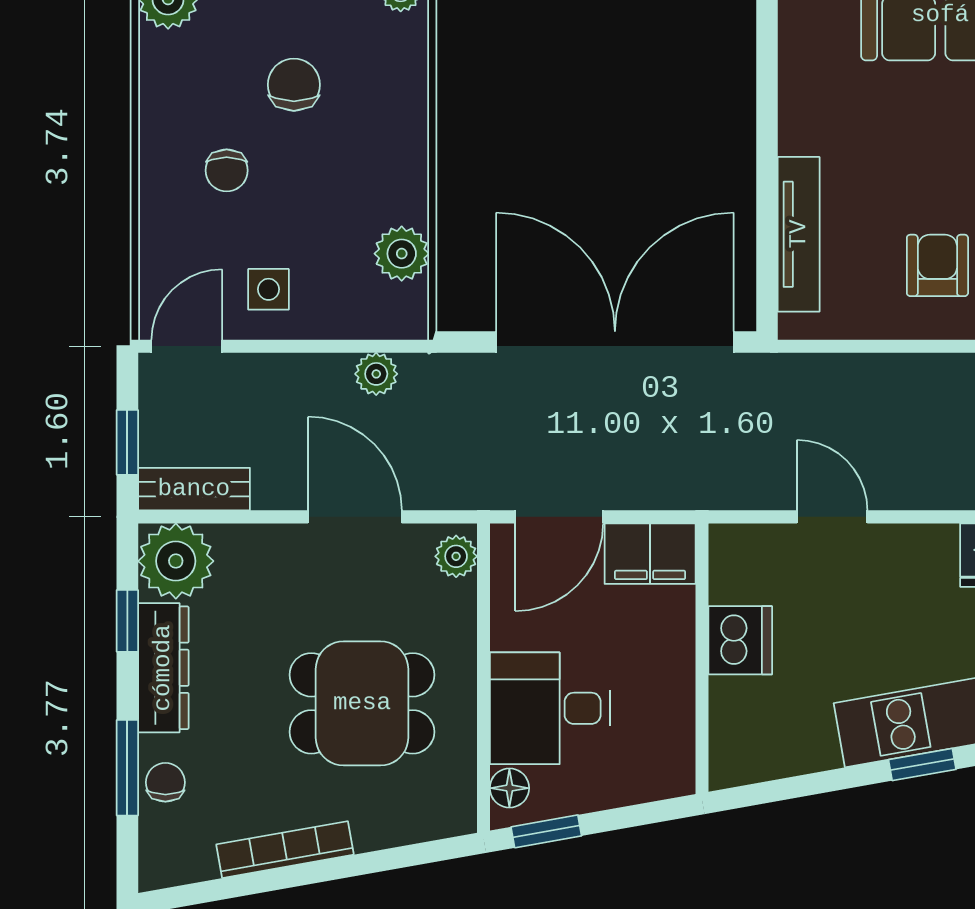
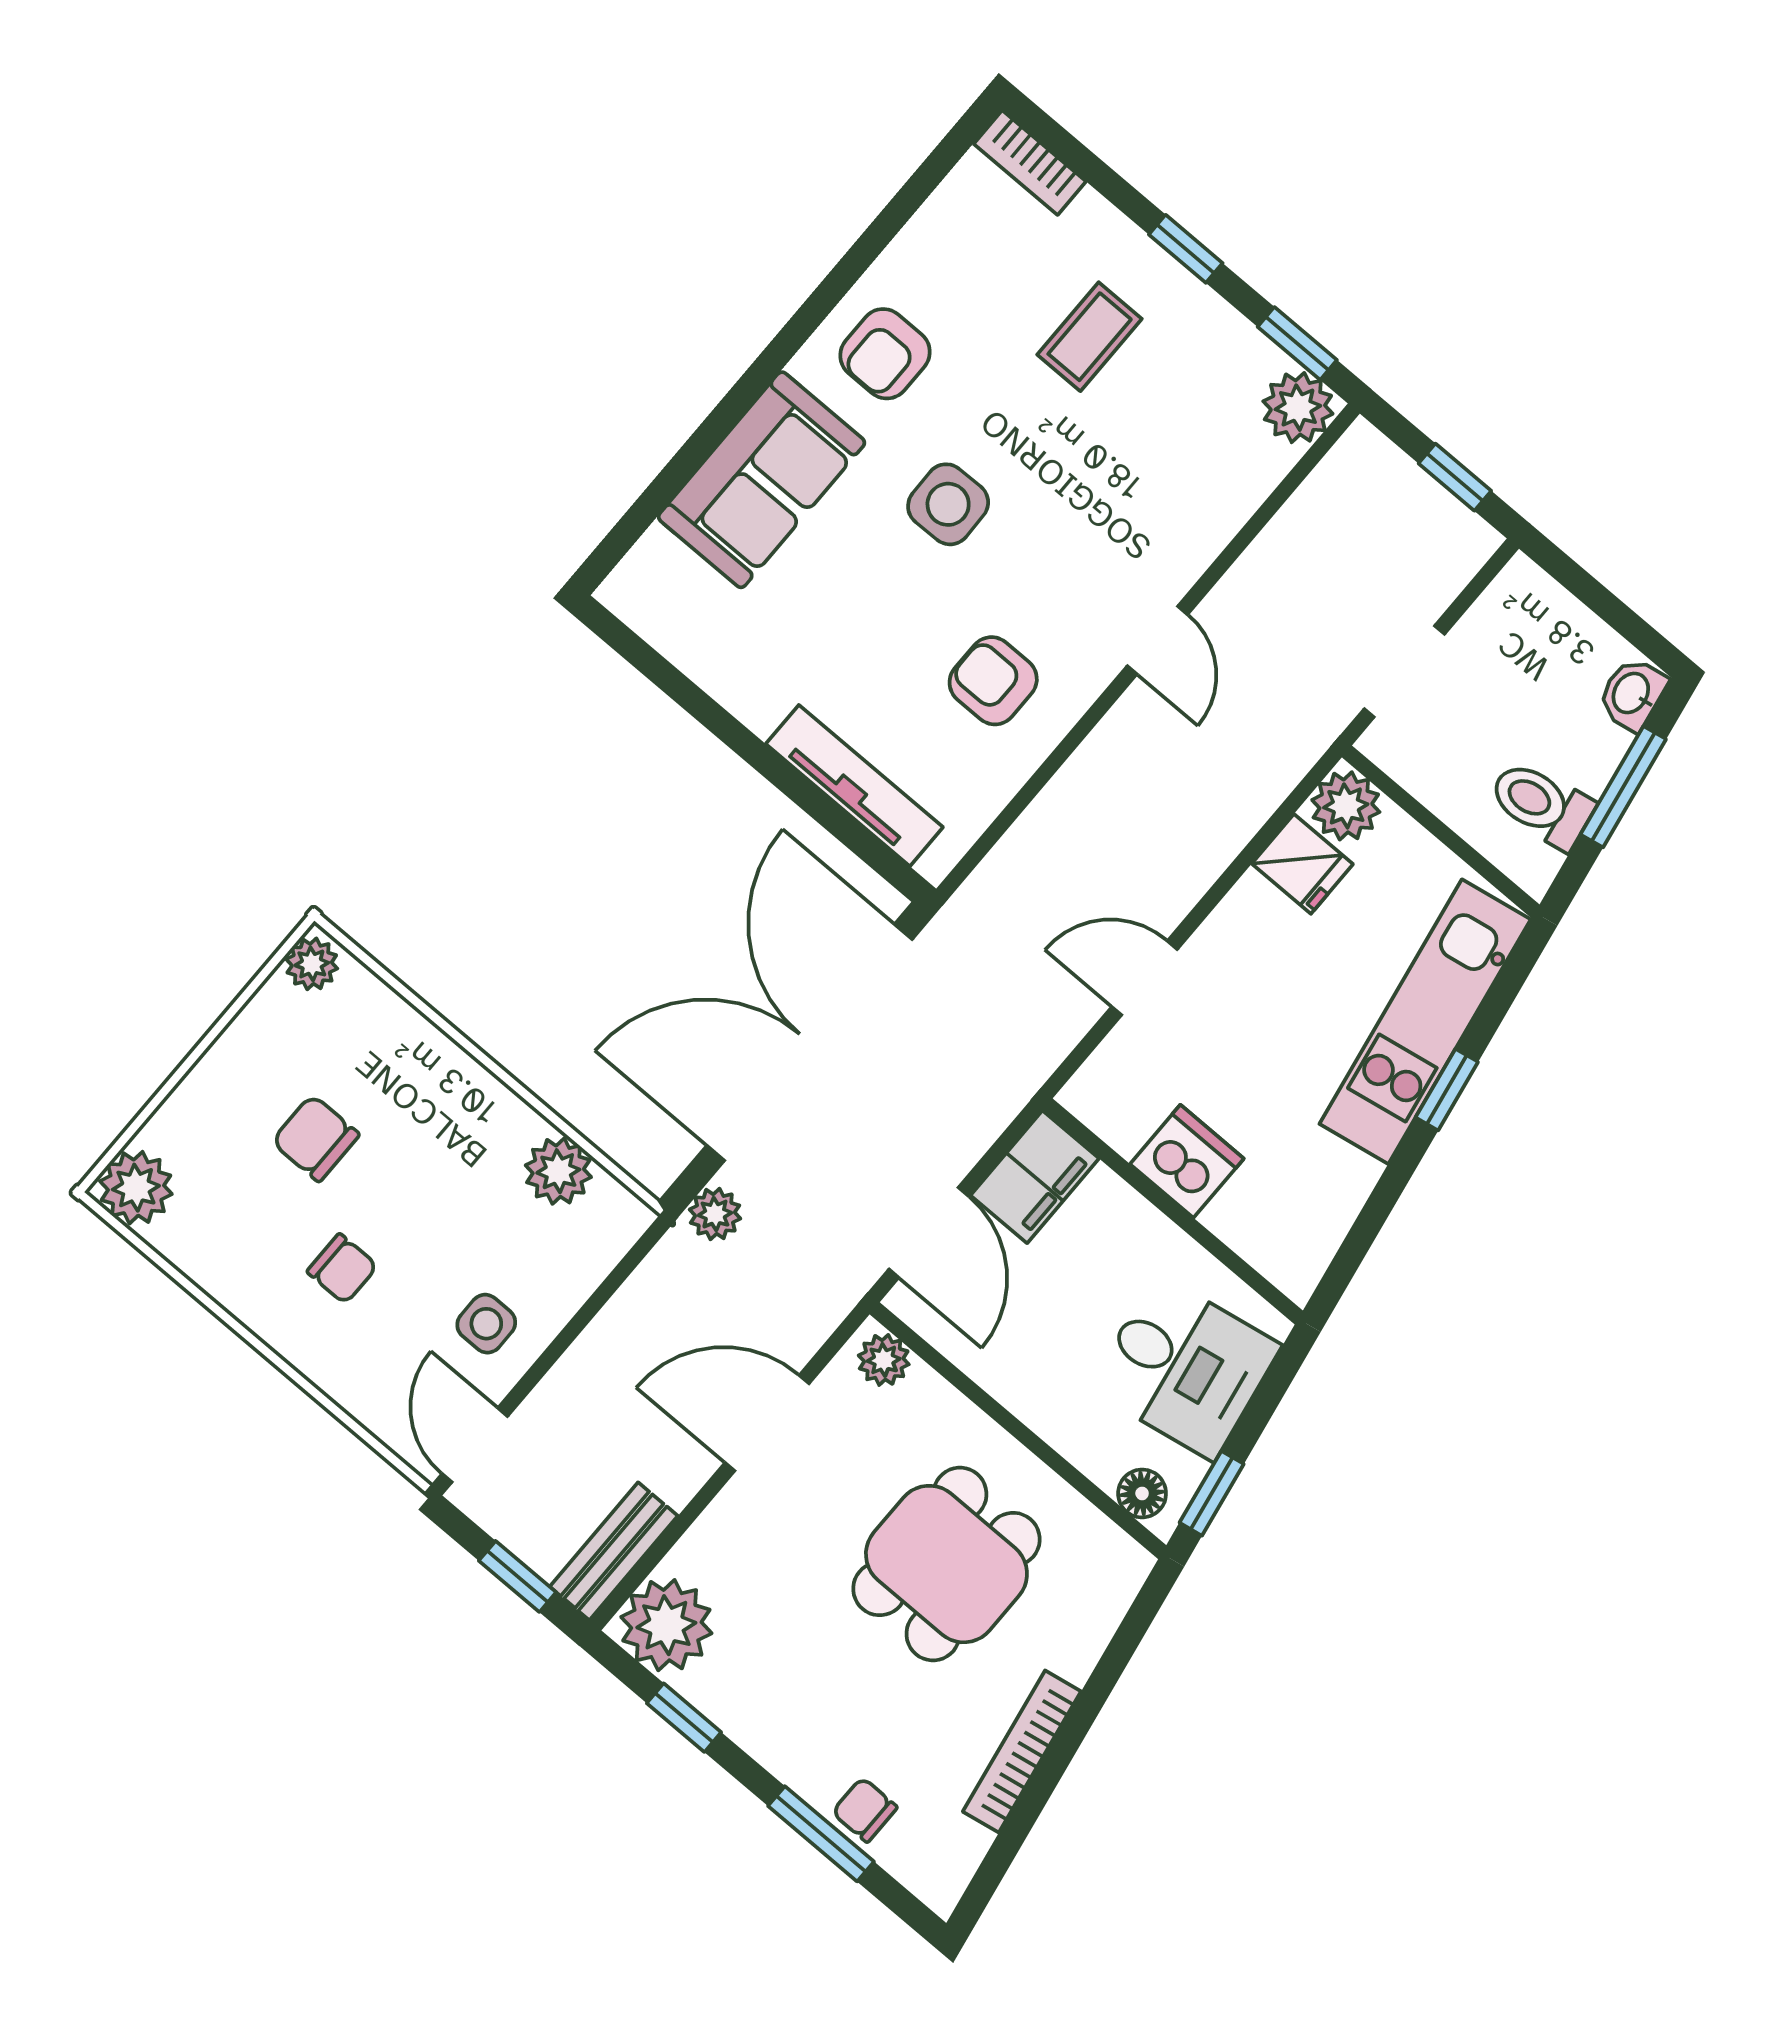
plant: (376, 374) -> (715, 1214), moved
dresser: (163, 668) -> (756, 1721), removed
desk: (550, 708) -> (1185, 1367), moved, turned -100

